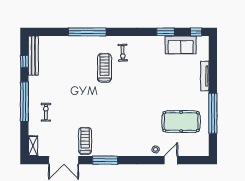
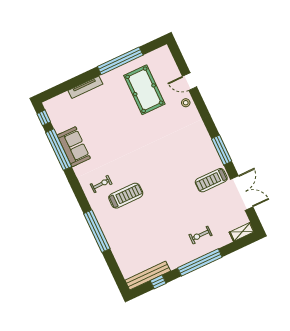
window: (166, 32) -> (59, 150), width x2.11
sofa: (181, 45) -> (74, 147), moved
treadmill: (104, 68) -> (126, 196), turned 180

